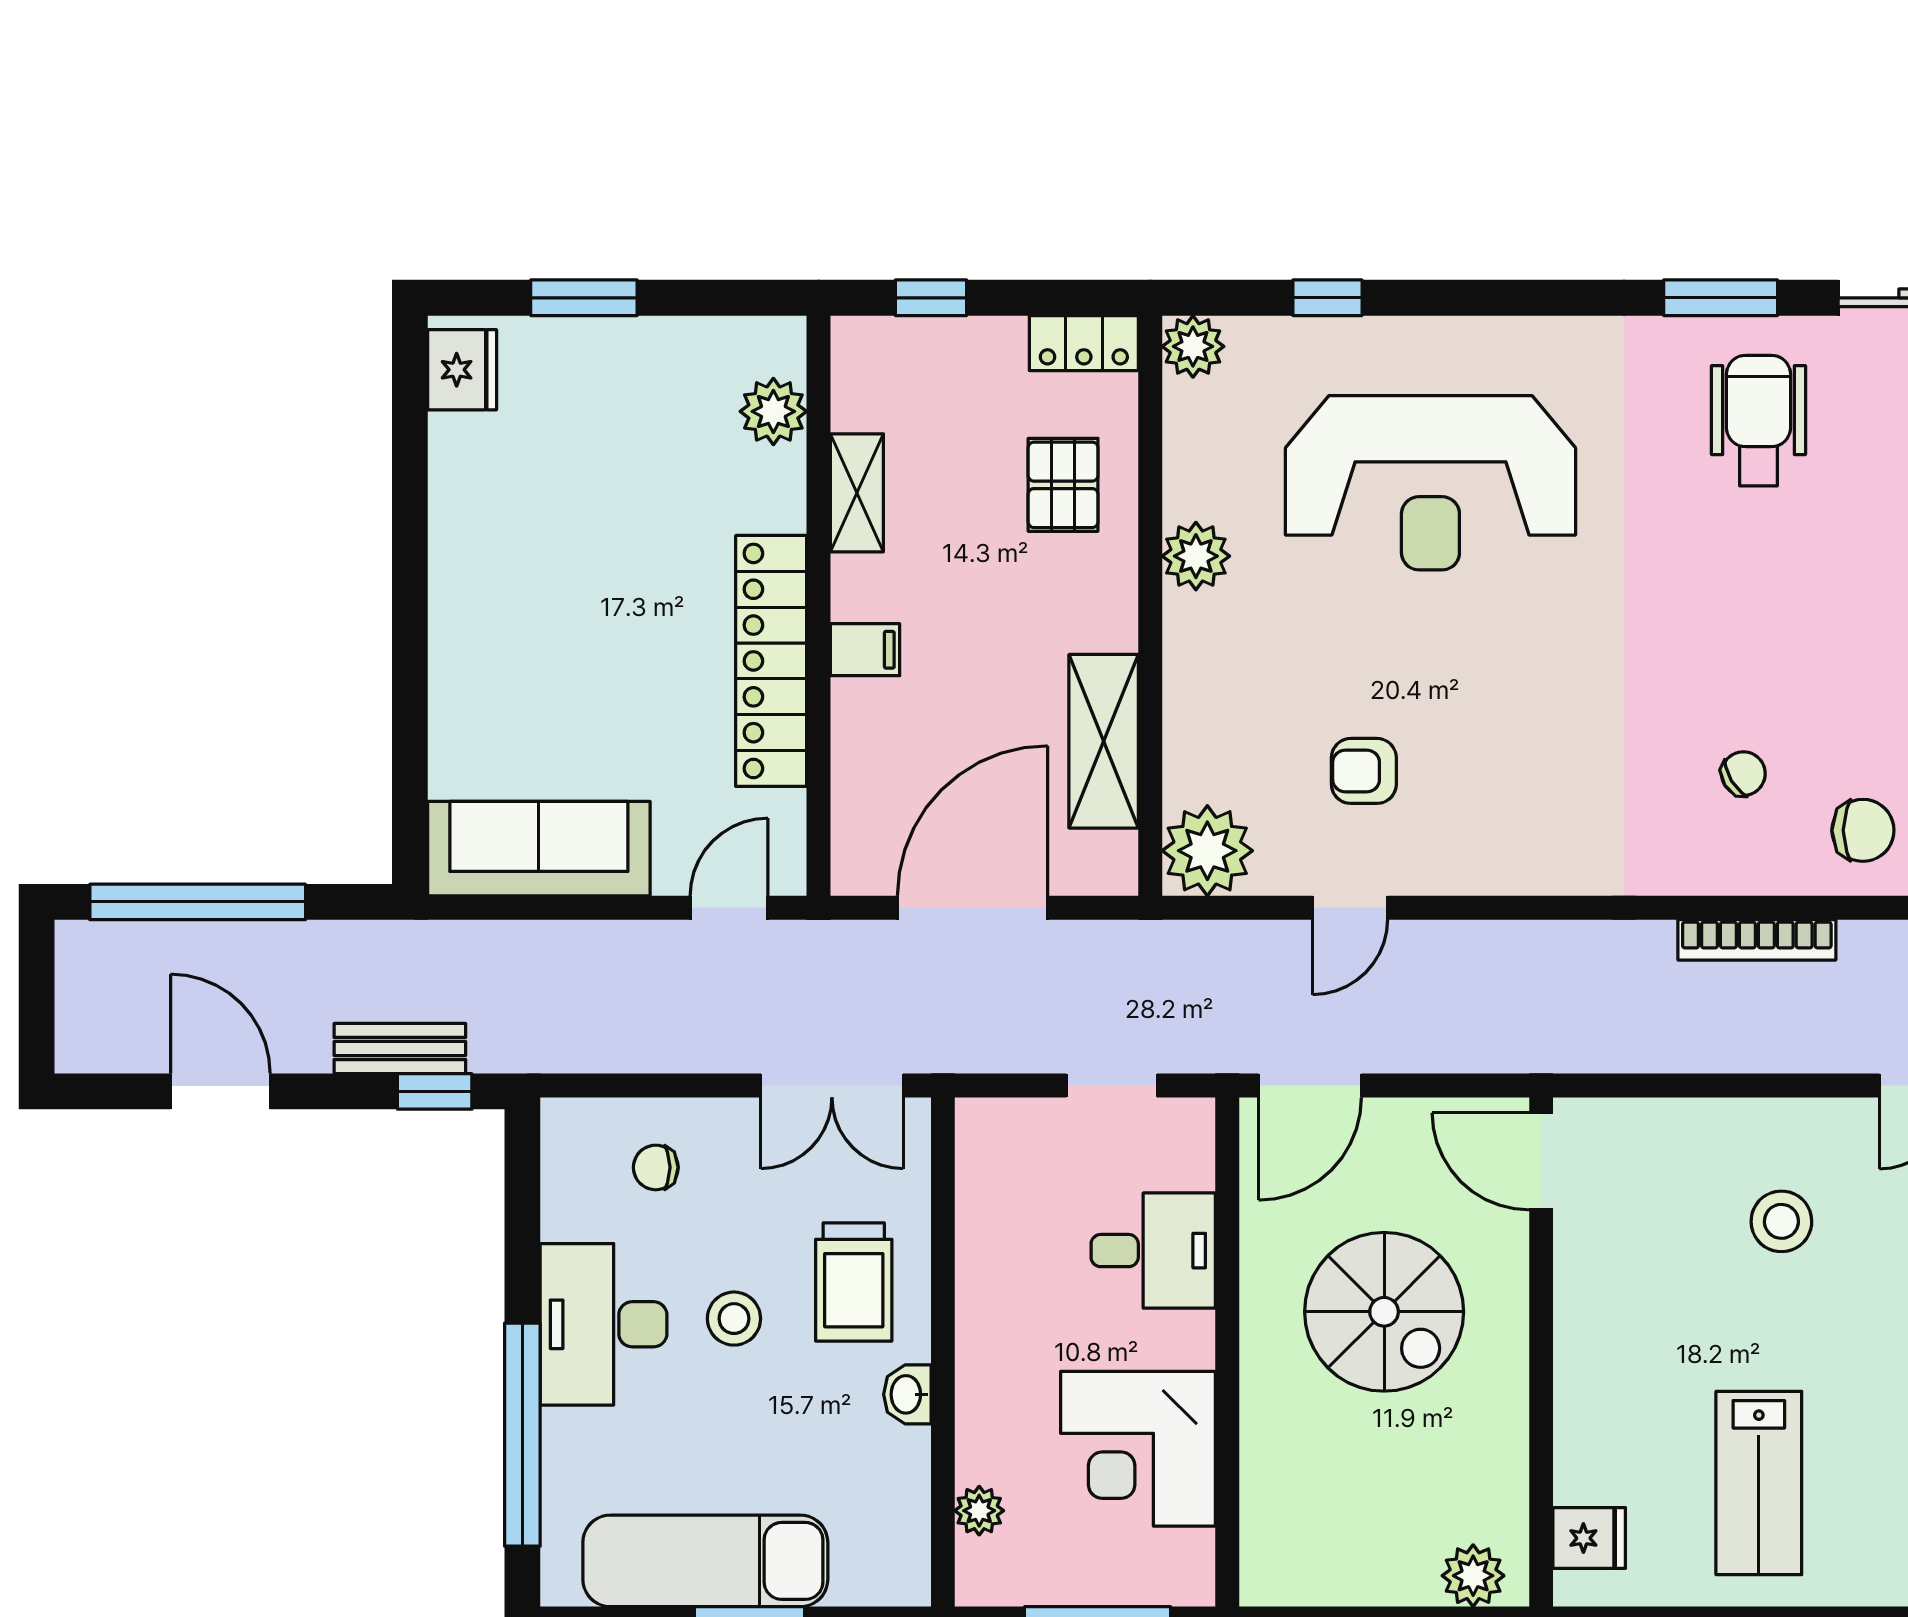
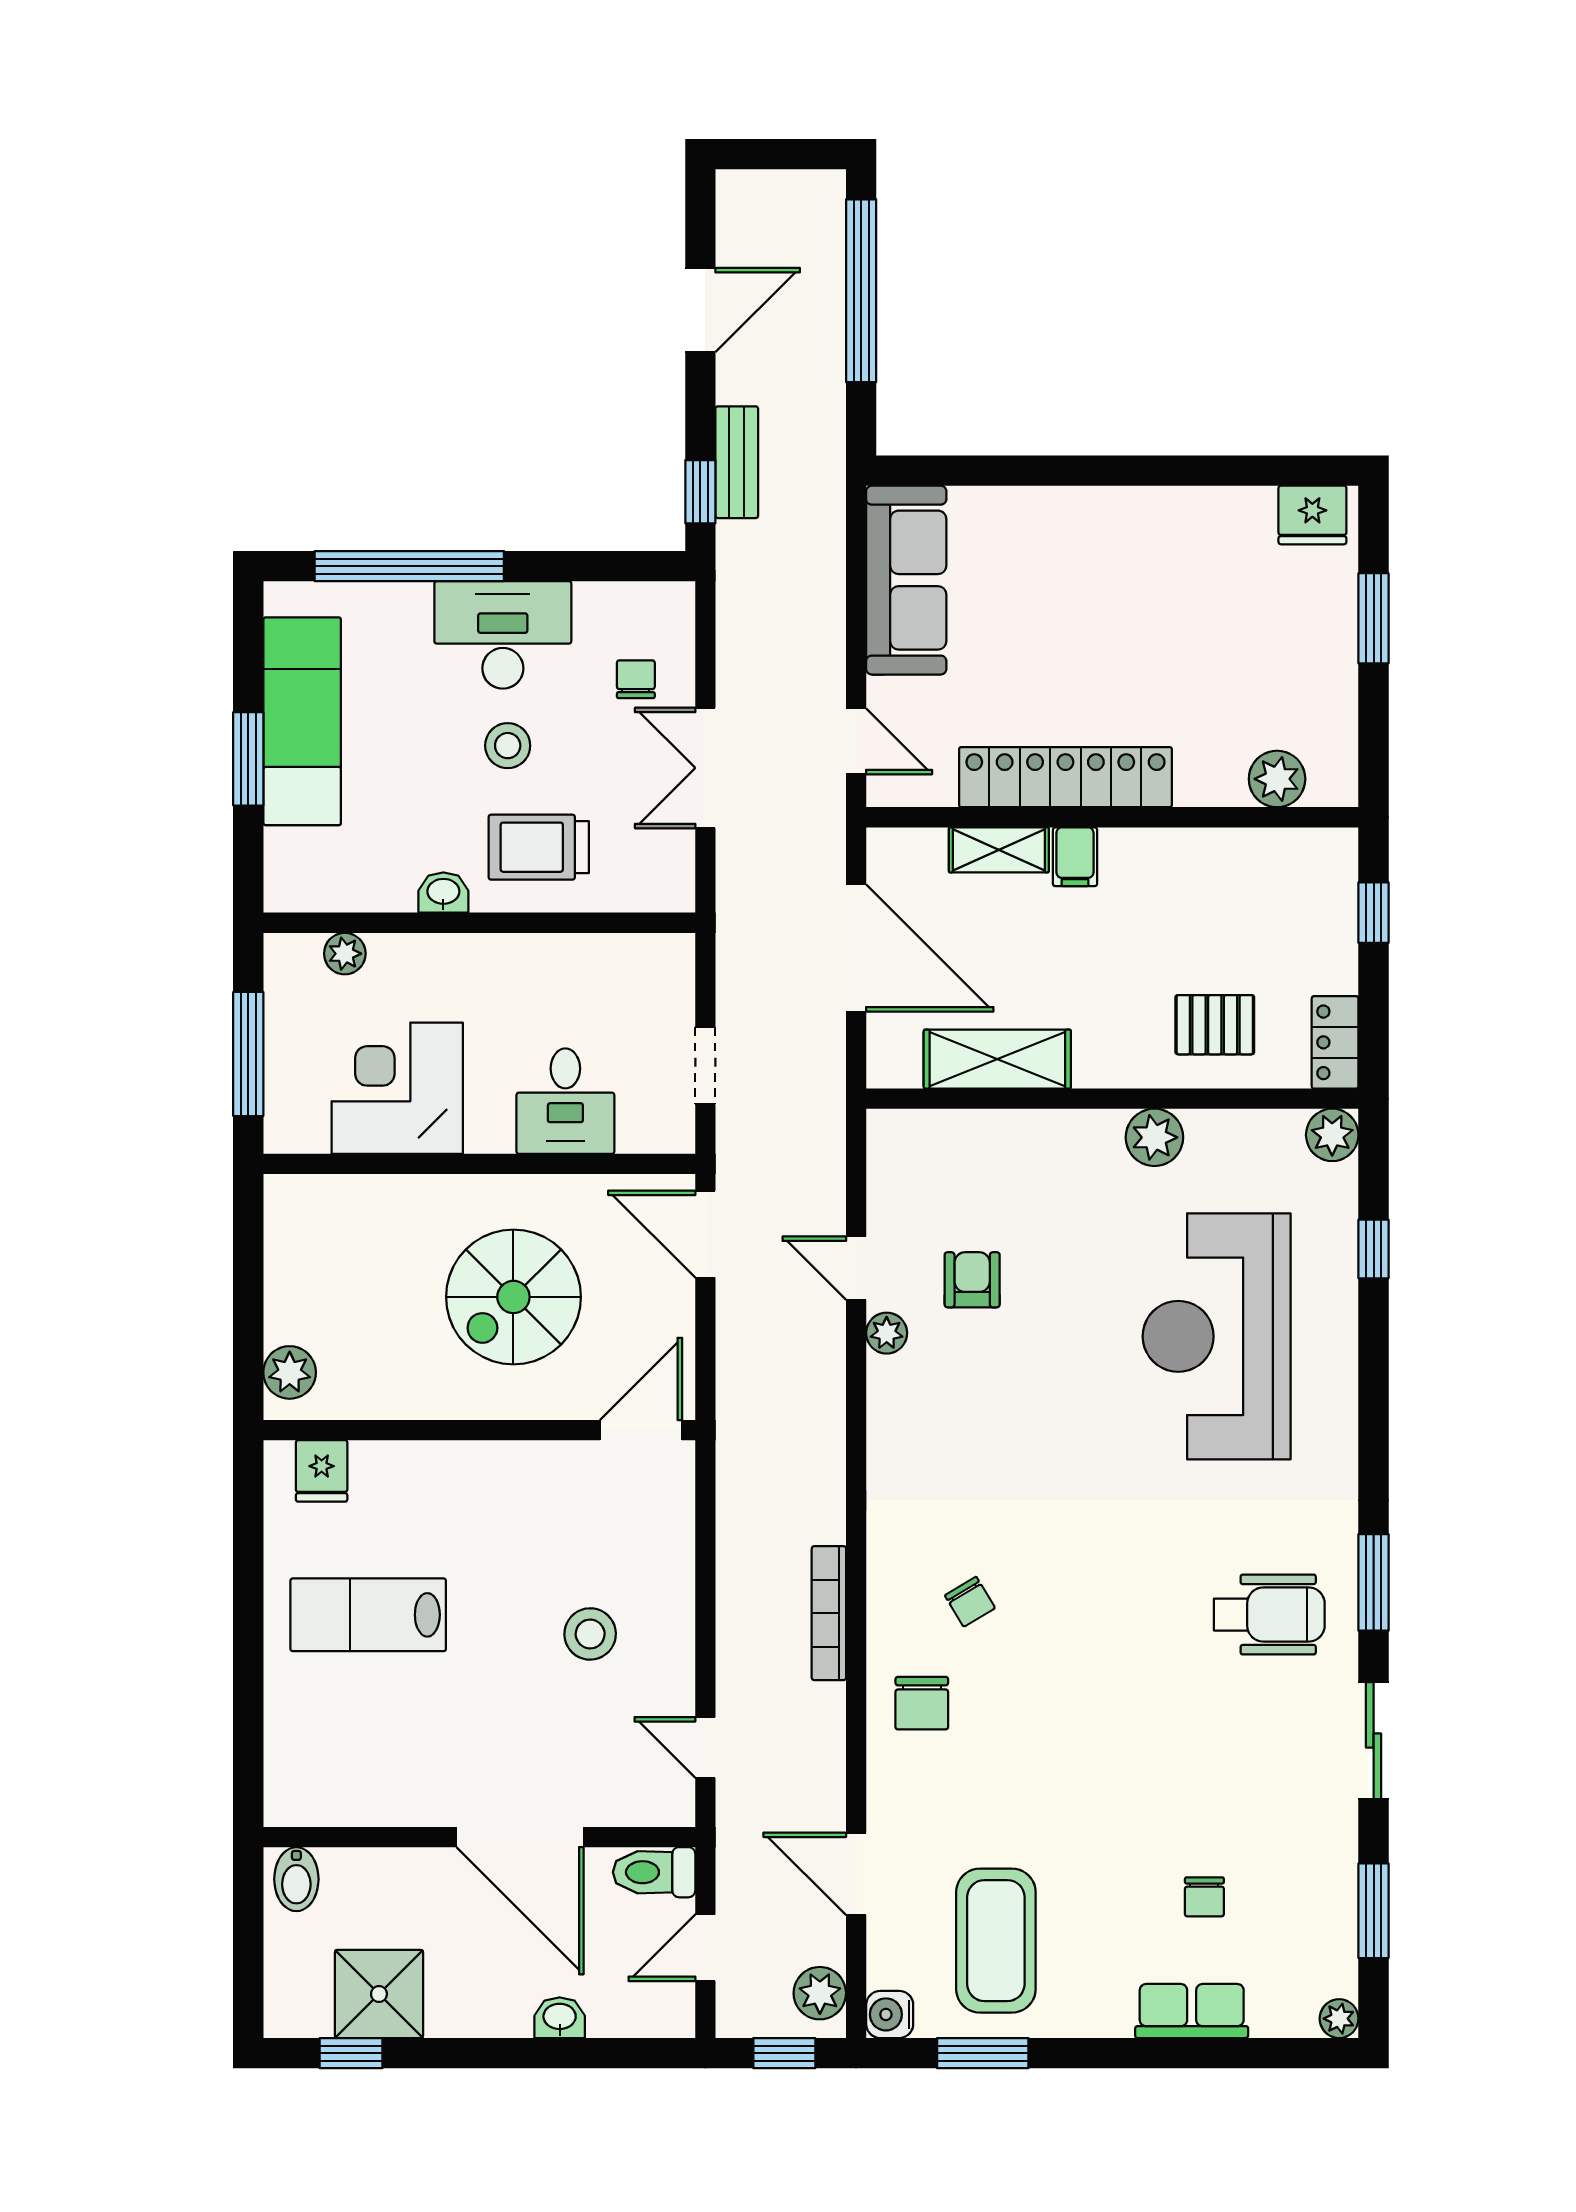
shelving: (857, 493) -> (999, 850), moved
plant: (1207, 851) -> (887, 1333), moved, width x0.53, depth x0.53
double door: (832, 1086) -> (705, 768), moved

